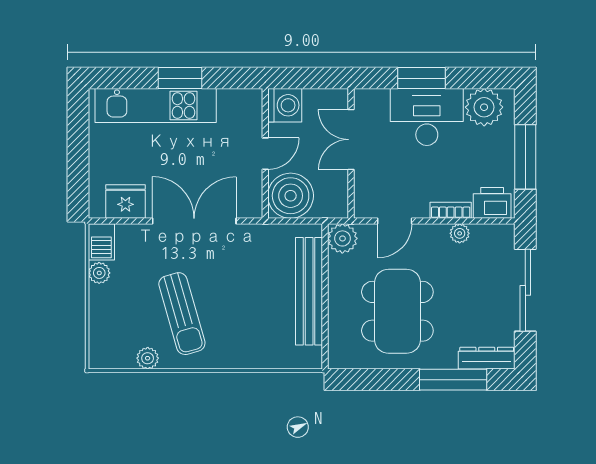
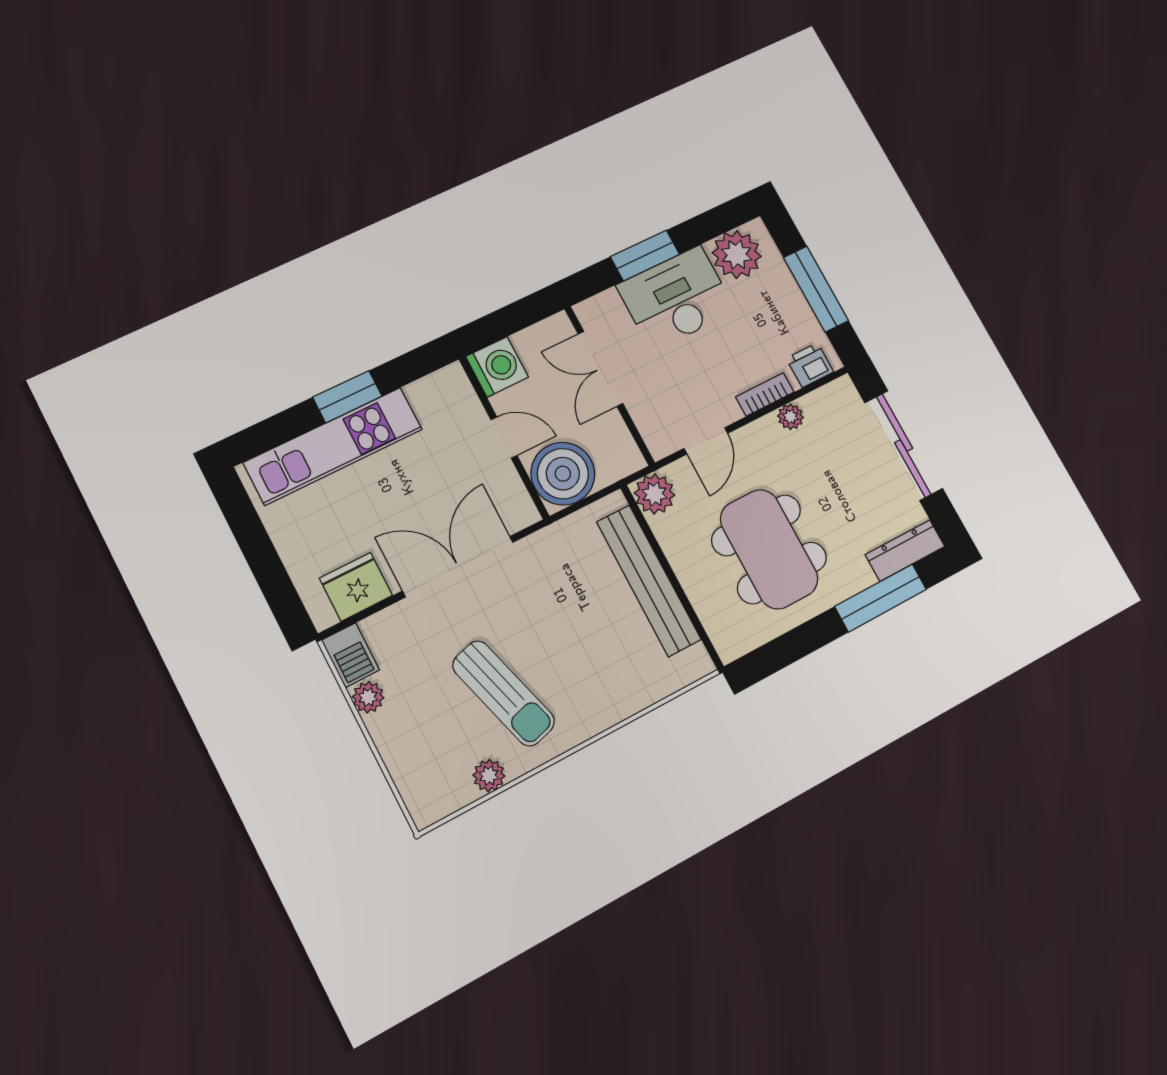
door: (265, 154) -> (504, 438), hinge flipped
printer: (492, 203) -> (810, 365), width x0.73, depth x0.81

